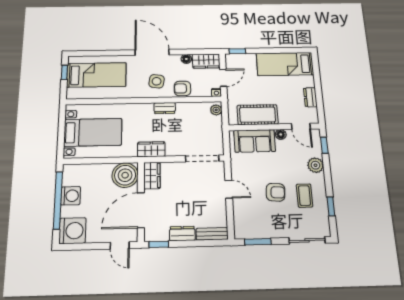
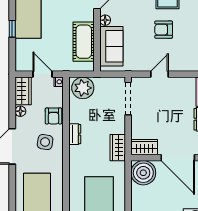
window: (237, 51) -> (12, 29), moved
plant: (216, 110) -> (83, 88), width x1.88, depth x1.88
armchair: (276, 192) -> (164, 30), turned -94

